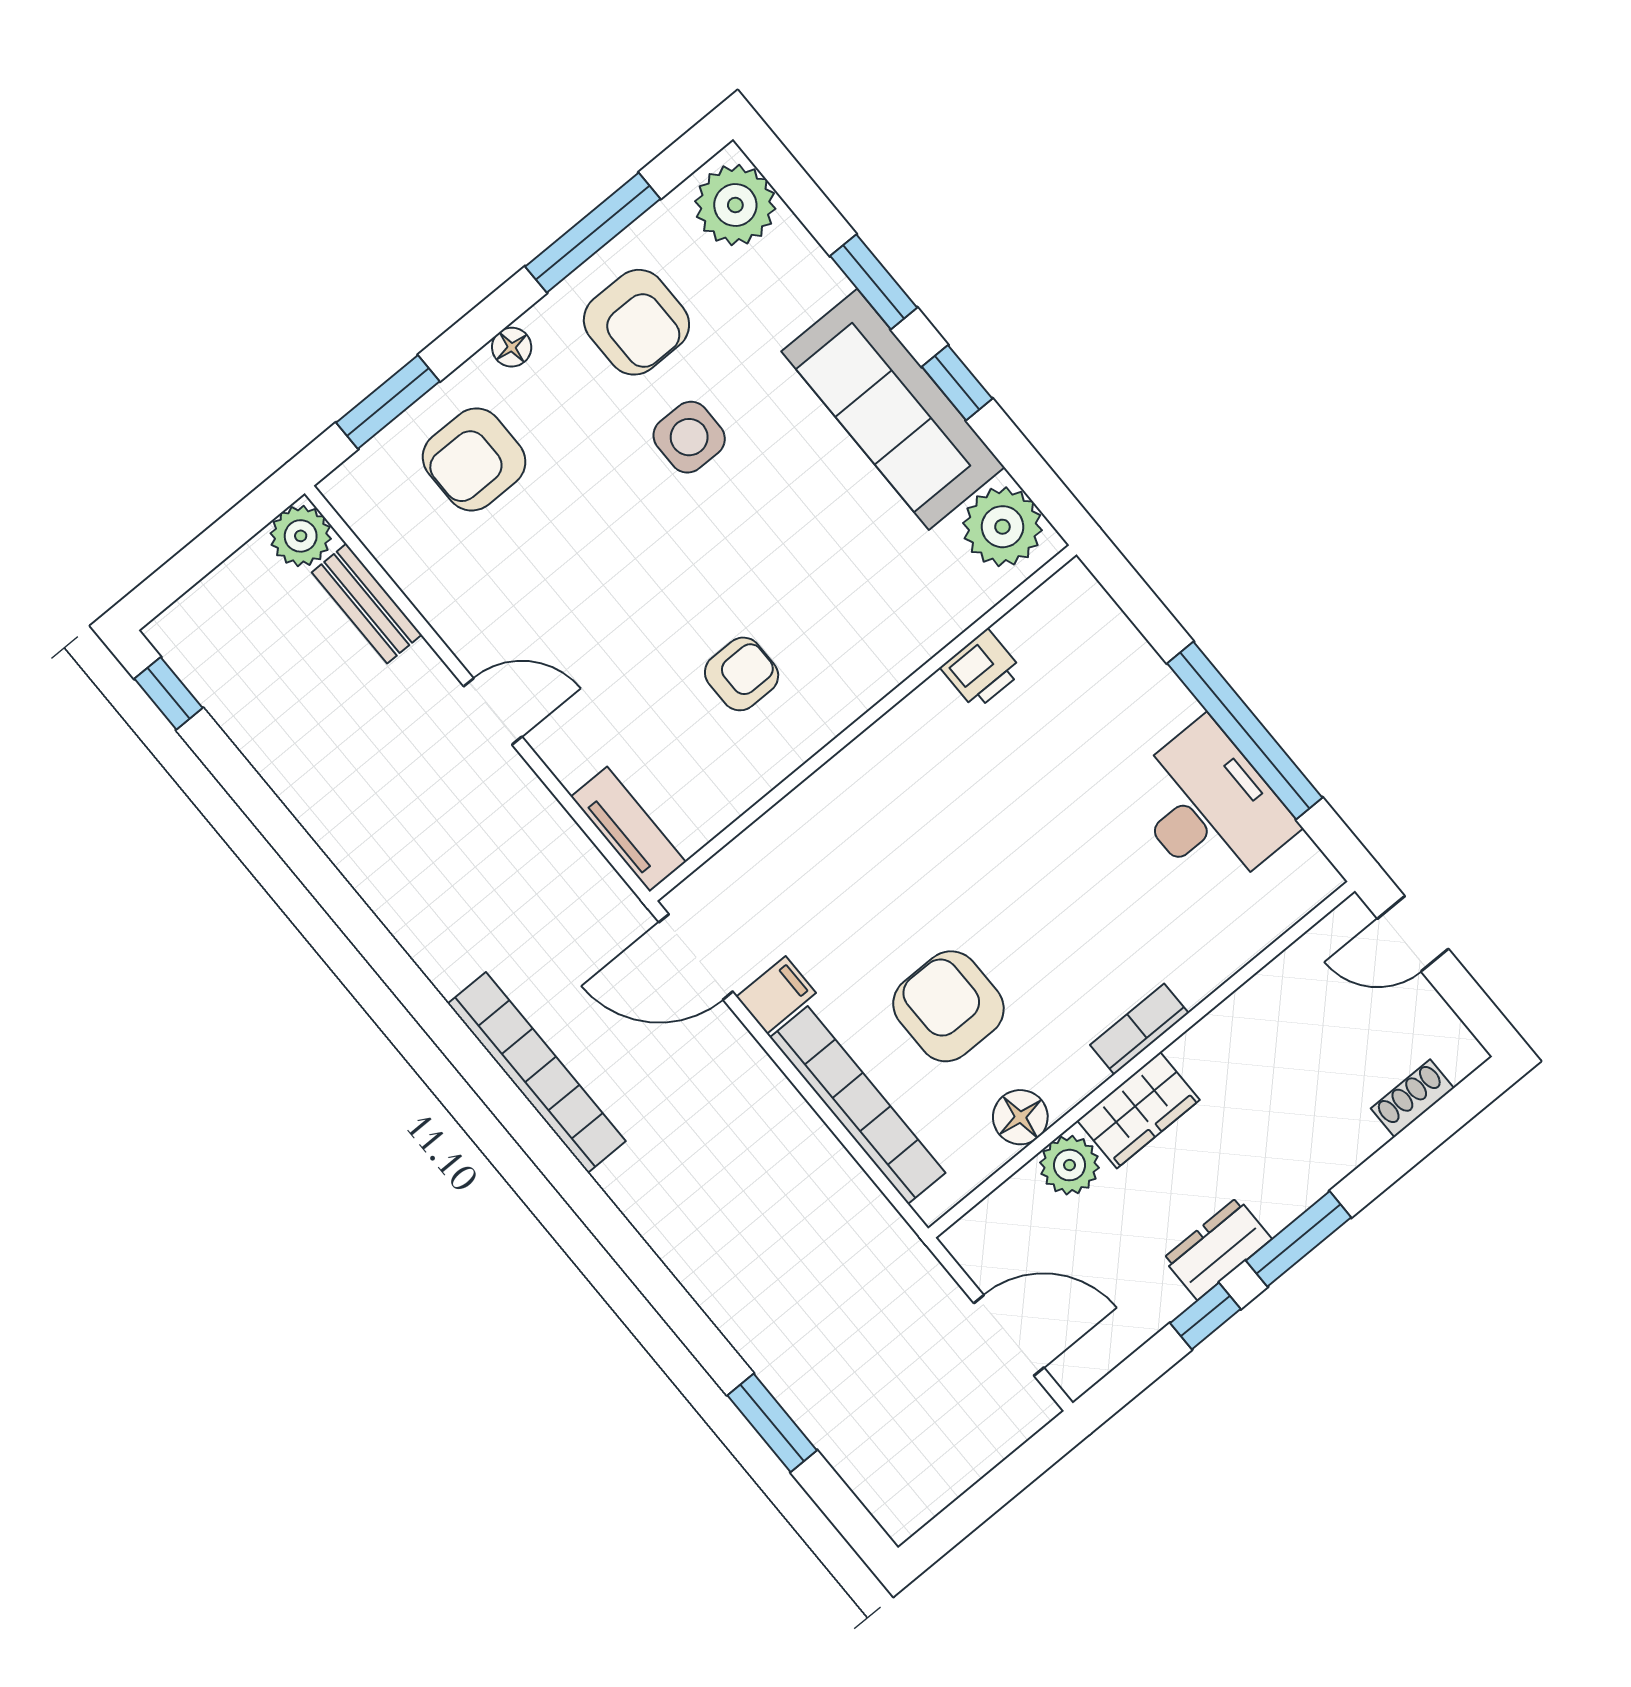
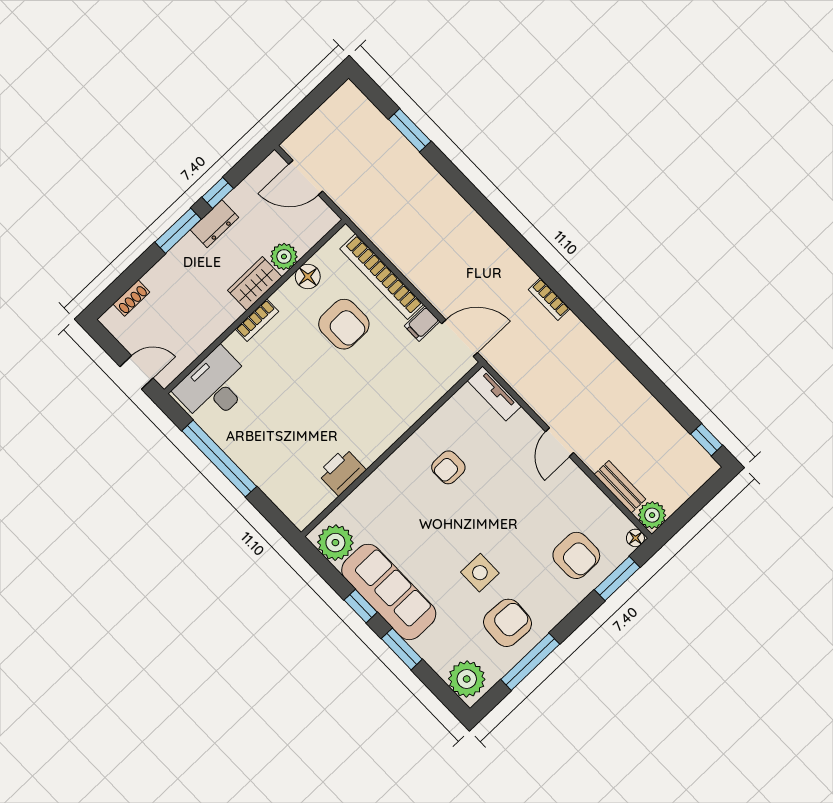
armchair: (636, 322) -> (507, 623), turned 93
floor lamp: (512, 347) -> (635, 538), moved
armchair: (474, 459) -> (576, 555), turned 90
printer: (982, 669) -> (342, 472), width x1.36, depth x1.24
door: (493, 711) -> (559, 442), hinge flipped
desk: (1209, 808) -> (214, 387), moved, turned 90
bookcase: (537, 1072) -> (549, 299), width x0.43, depth x0.76

